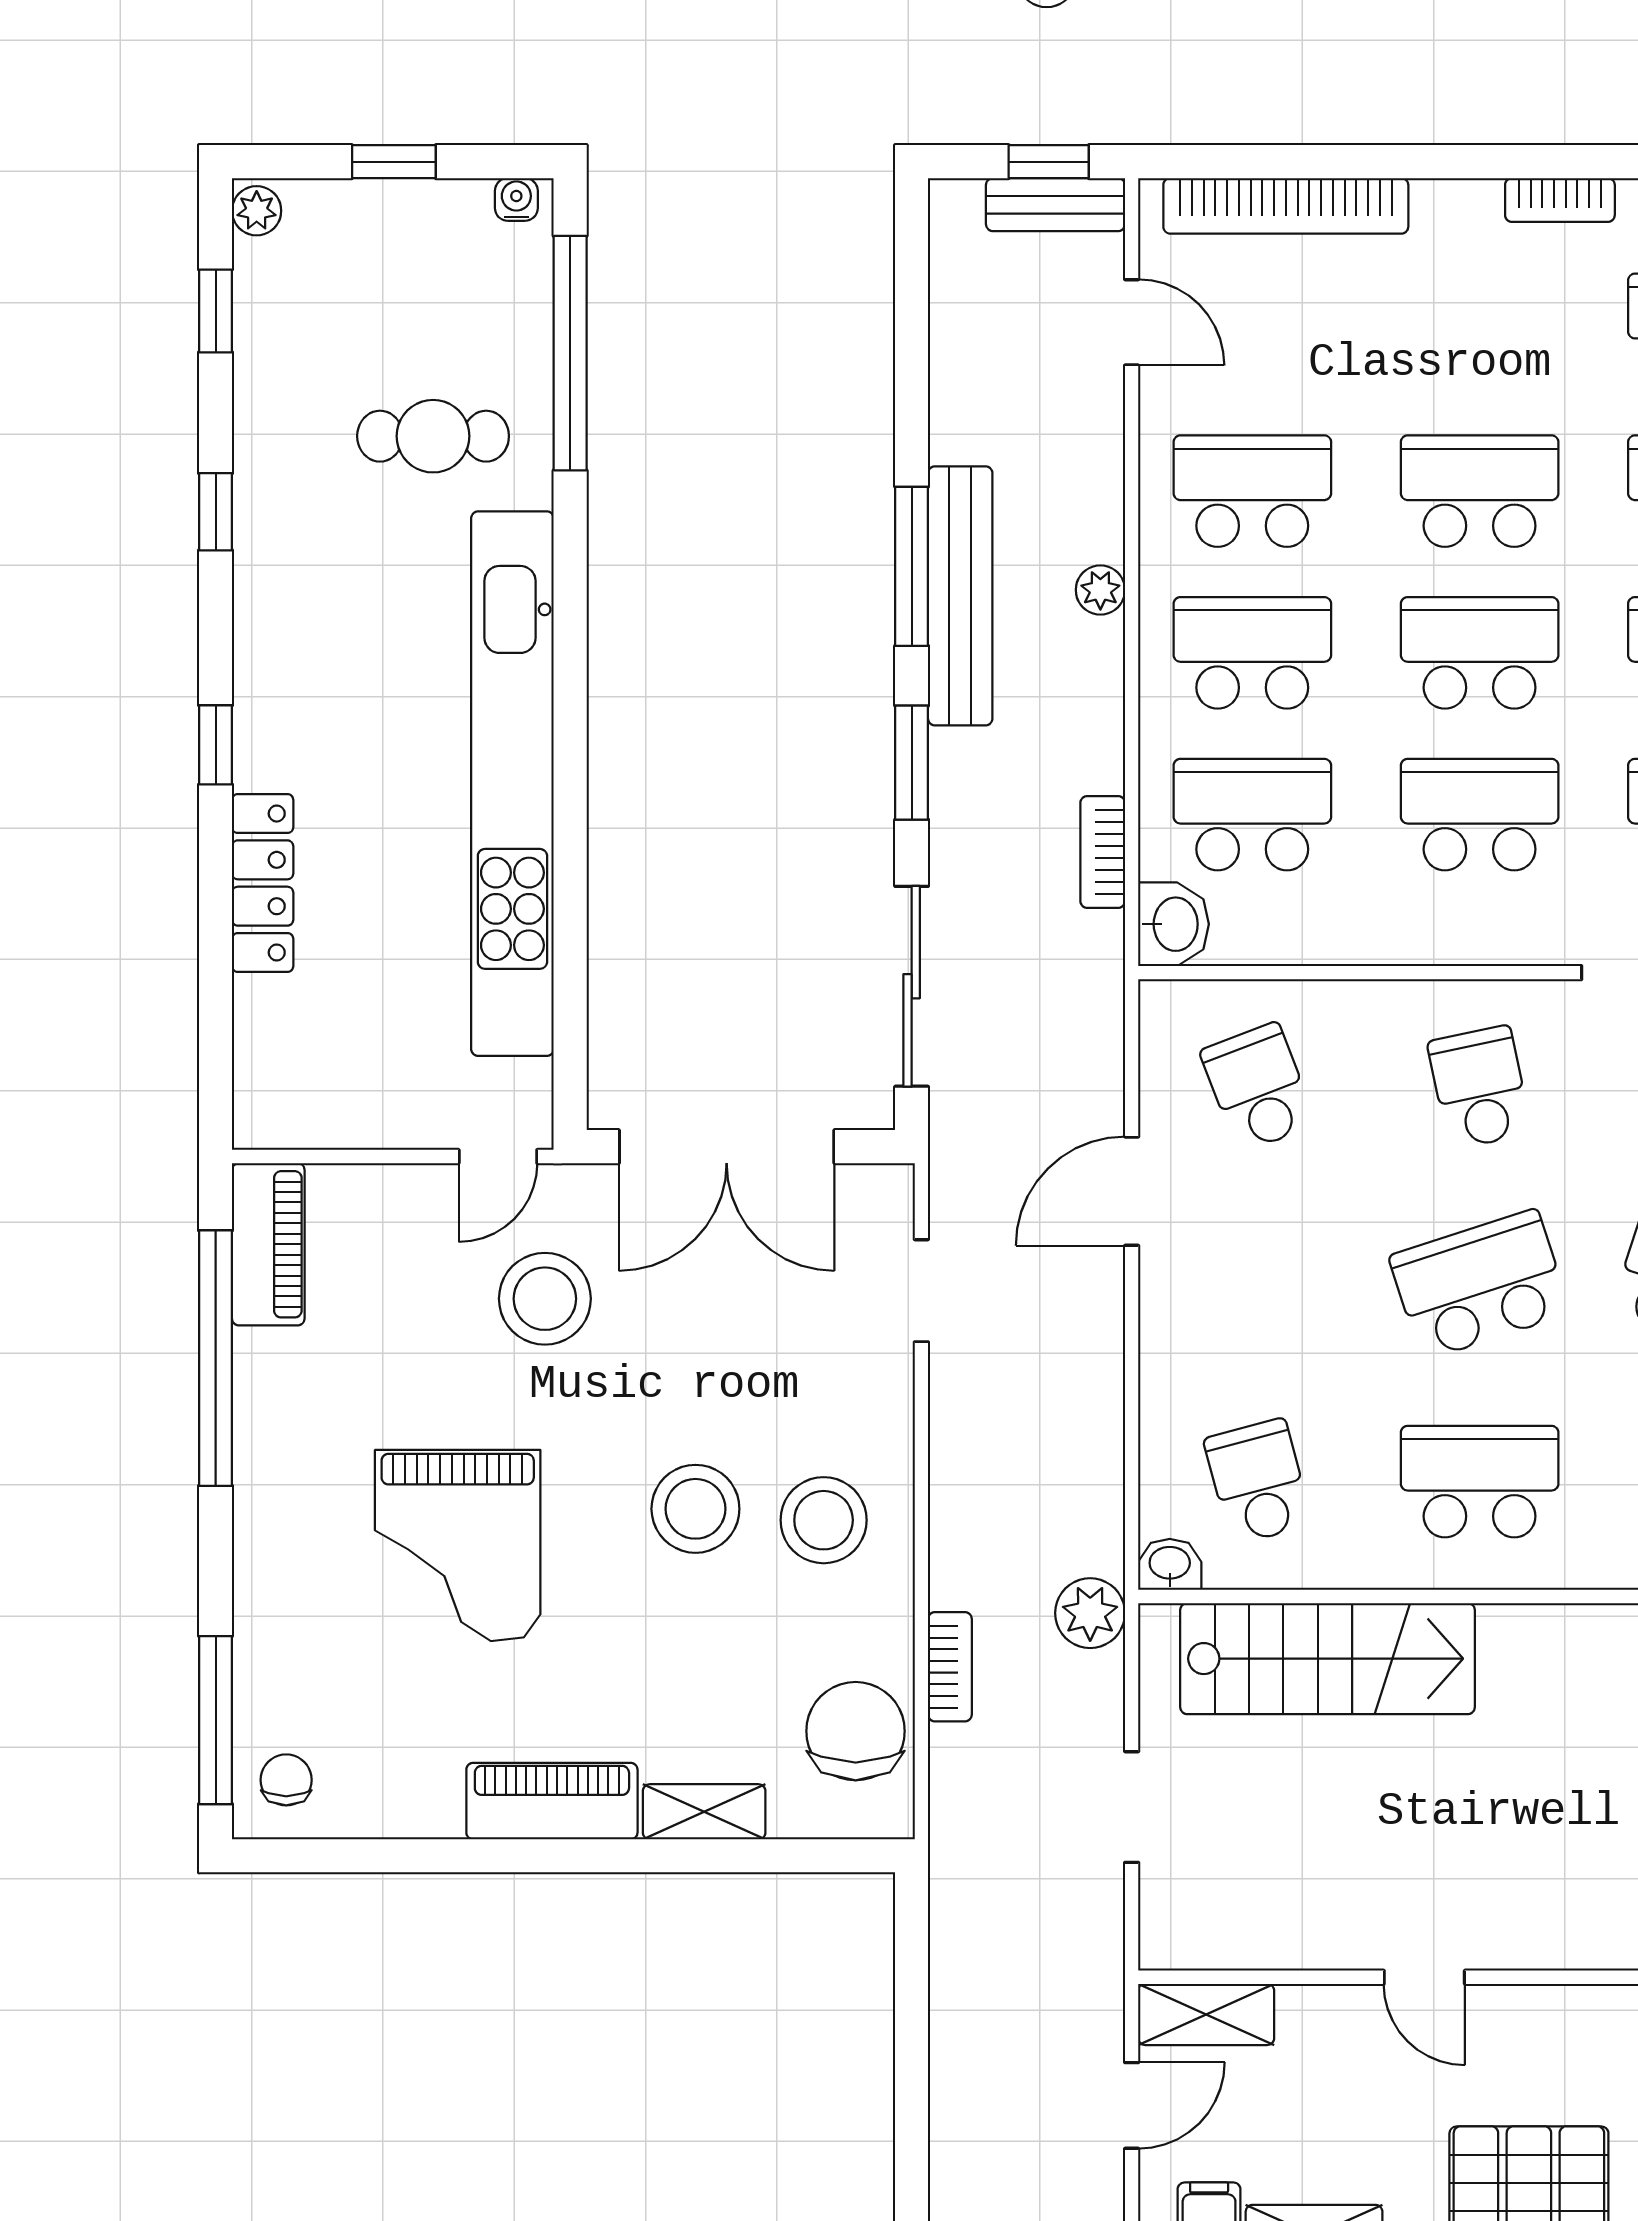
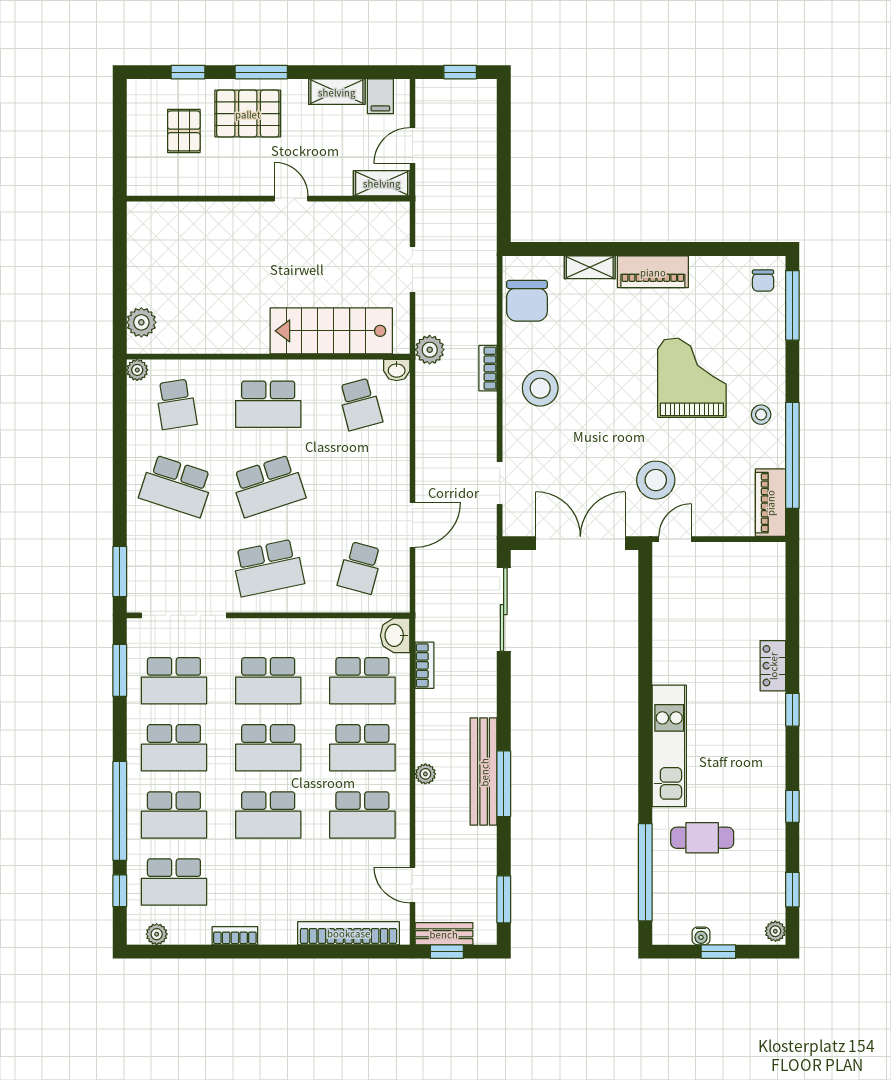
water cooler: (516, 199) -> (701, 936), moved
window: (912, 763) -> (504, 899), moved
kitchen unit: (512, 784) -> (669, 746), width x0.54
locker: (263, 883) -> (773, 666), width x0.66
school desk: (1258, 1087) -> (360, 568), turned 36
school desk: (1480, 1087) -> (268, 568), width x1.85
stool: (695, 1509) -> (761, 415), moved, width x0.53, depth x0.53
bookcase: (950, 1667) -> (488, 368), moved

